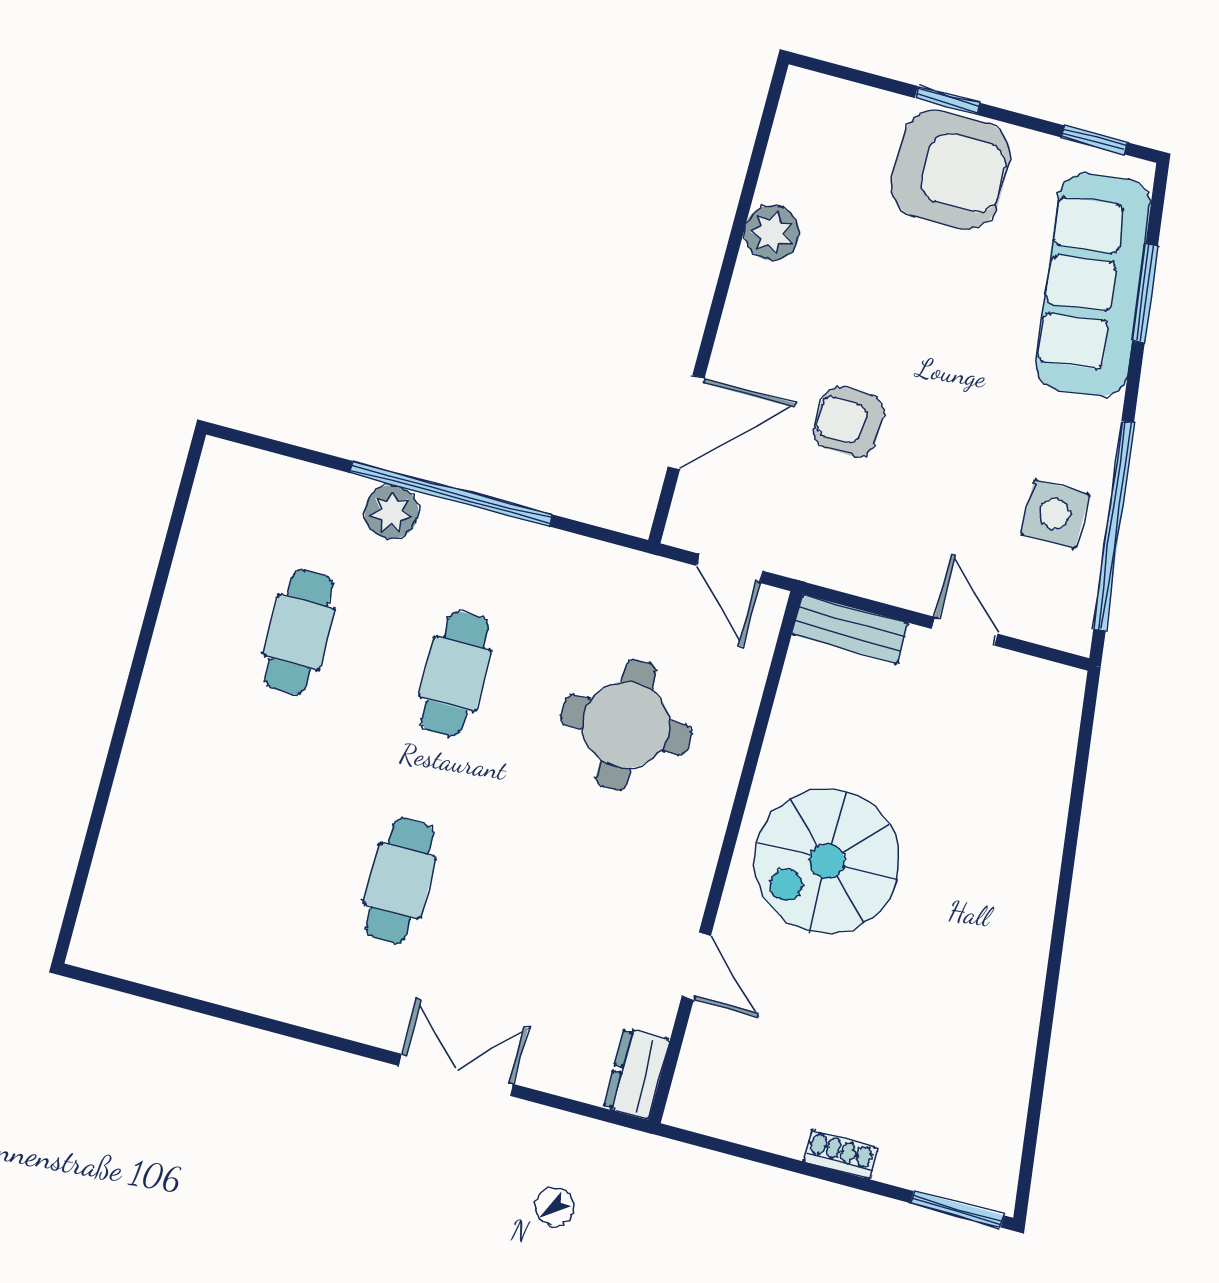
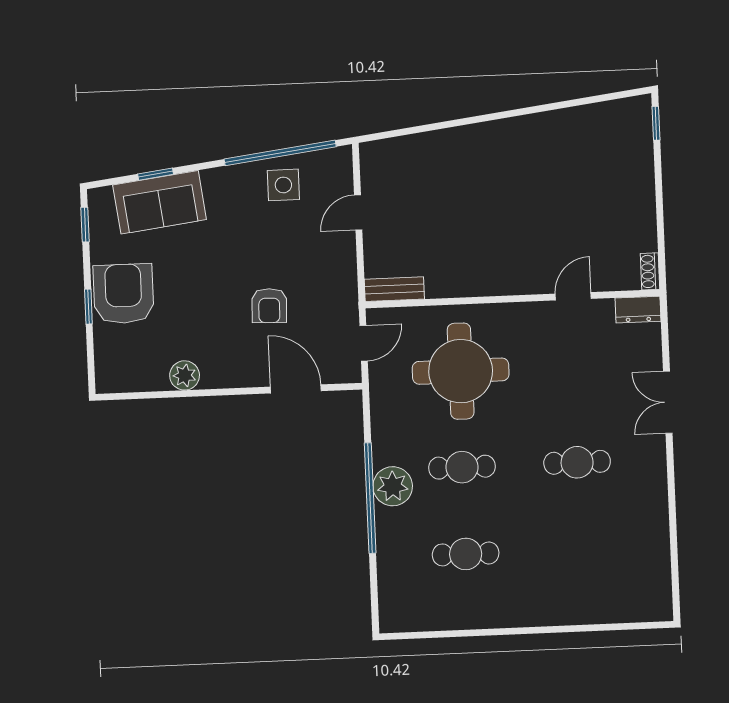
sofa: (1093, 285) -> (160, 202), width x0.73
window: (1145, 293) -> (156, 174), width x0.67
plant: (391, 512) -> (393, 486), moved, width x1.36, depth x1.36
bench: (850, 629) -> (394, 289), moved, turned 90
round table: (626, 725) -> (461, 371), width x1.36, depth x1.36
spiral stairs: (827, 861) -> (498, 246), removed
shoe rack: (840, 1154) -> (650, 271), moved
window: (957, 1209) -> (656, 123), width x0.67

